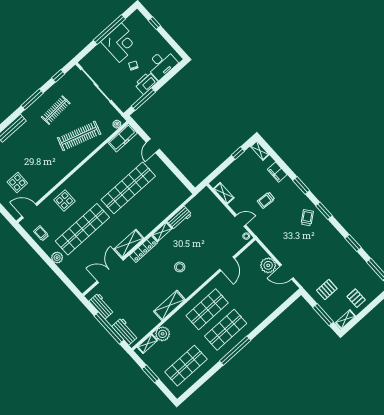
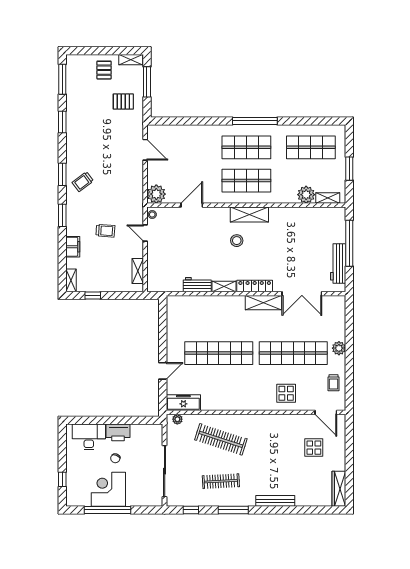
window: (143, 99) -> (134, 420), removed
plant: (268, 265) -> (156, 194), moved
shelving: (169, 305) -> (249, 215), moved
workbench: (102, 306) -> (338, 263), width x1.37
workbench: (125, 331) -> (338, 227), removed

